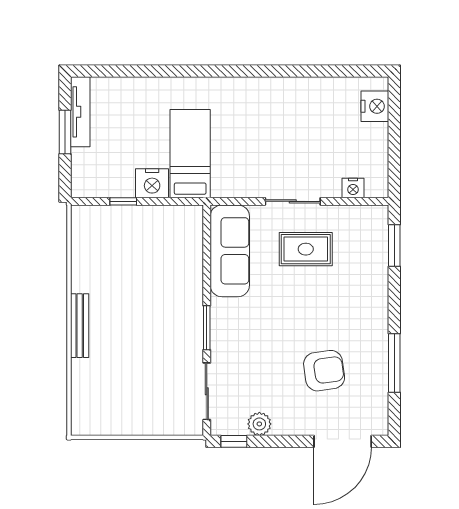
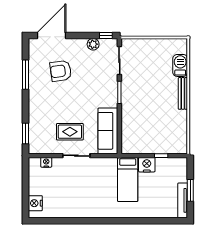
barbecue: (85, 382) -> (180, 65), added

